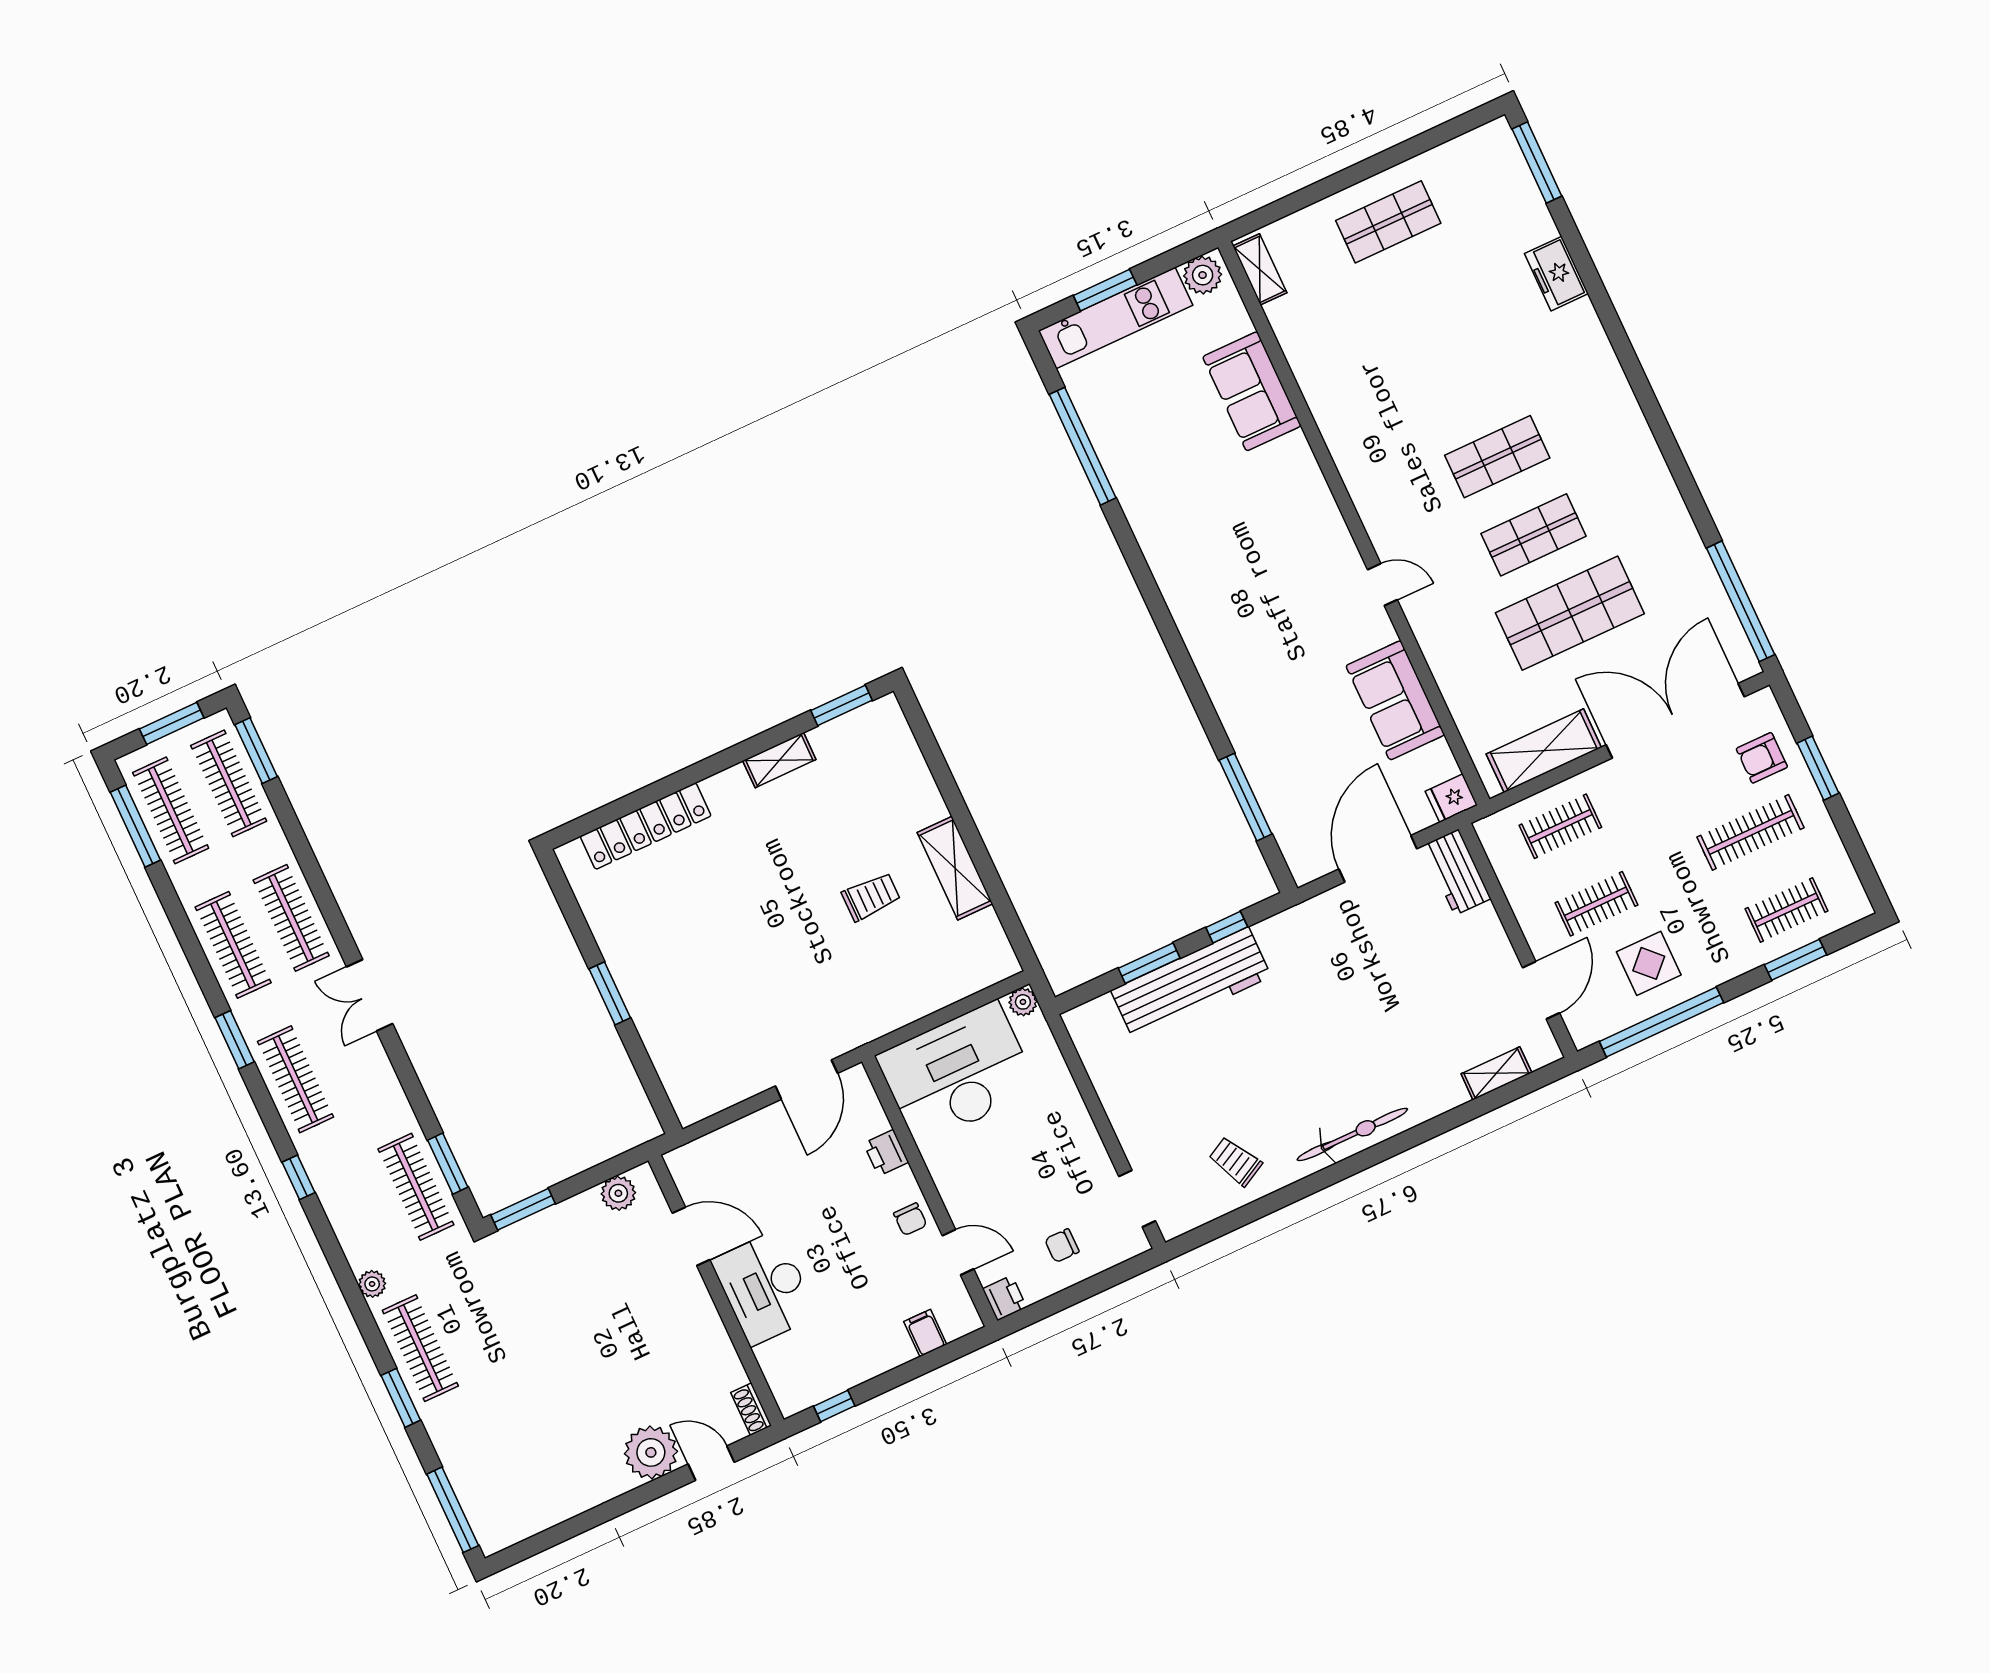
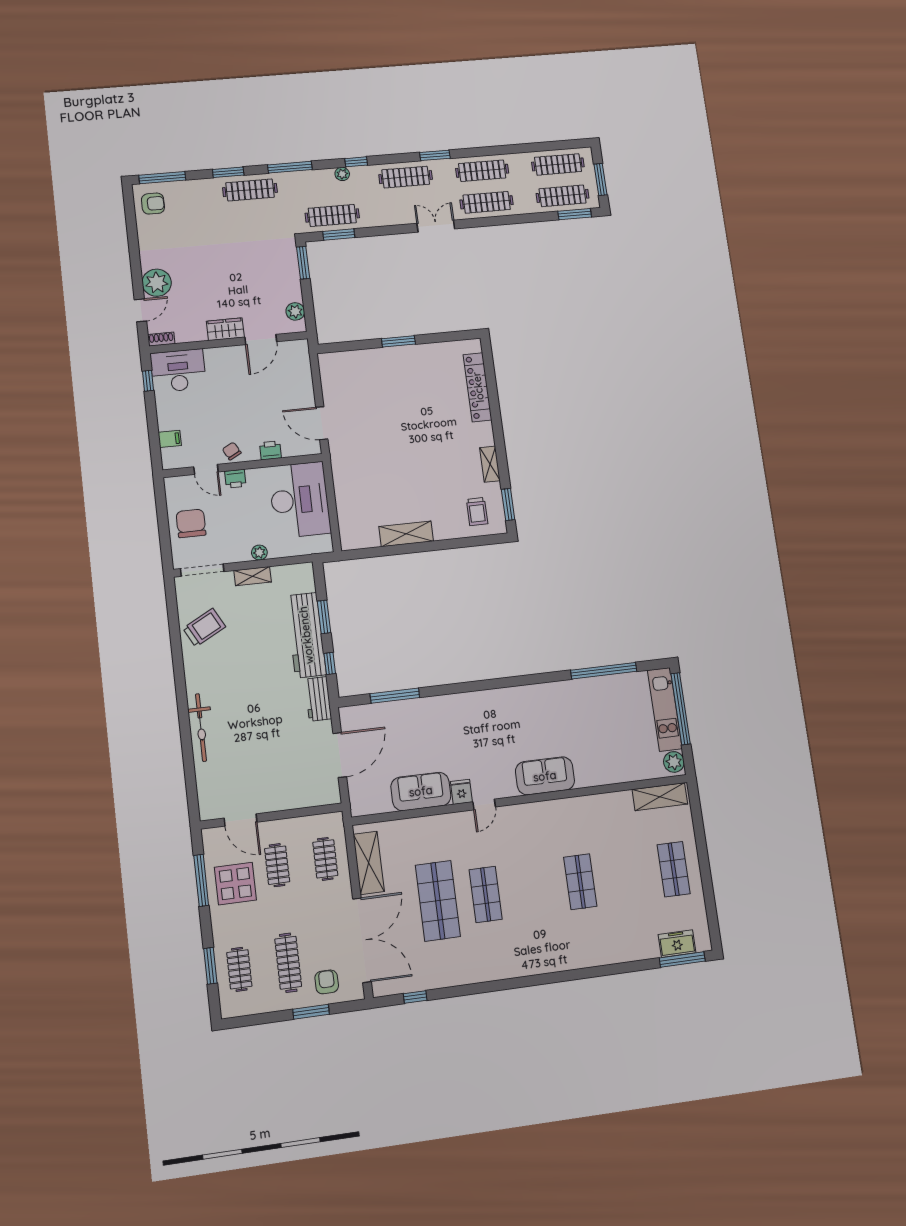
shelving: (1260, 269) -> (660, 797), width x1.50, depth x1.33
freezer: (1556, 274) -> (677, 944), moved
window: (1105, 290) -> (681, 709), width x2.11
sofa: (1252, 391) -> (545, 776), moved
shop shelf: (1497, 457) -> (580, 882), moved
window: (1741, 601) -> (415, 997), width x0.32
fridge: (1451, 798) -> (461, 792), moved
window: (135, 826) -> (290, 167), moved
door: (1378, 859) -> (340, 755), hinge flipped
workbench: (1457, 872) -> (318, 699), moved, turned -90
trolley: (871, 897) -> (477, 512), moved
display table: (1649, 963) -> (235, 884), width x1.36, depth x1.36
plant: (1023, 1002) -> (259, 553), moved
window: (1661, 1022) -> (201, 880), width x0.68
shelving: (1496, 1073) -> (253, 576), moved, turned 90
bicycle: (1352, 1134) -> (201, 728), moved
trolley: (1235, 1161) -> (204, 628), width x1.36, depth x1.39
doorway: (1137, 1199) -> (202, 570), width x1.38
chair: (910, 1219) -> (232, 451), turned 62
chair: (1062, 1246) -> (191, 523), width x1.87, depth x1.87
door: (958, 1252) -> (206, 469), hinge flipped
plant: (372, 1284) -> (342, 174), moved
desk: (764, 1288) -> (178, 371), moved
printer: (1005, 1298) -> (235, 479), moved
wardrobe: (694, 1304) -> (225, 329), added
armchair: (507, 1509) -> (153, 204), added

